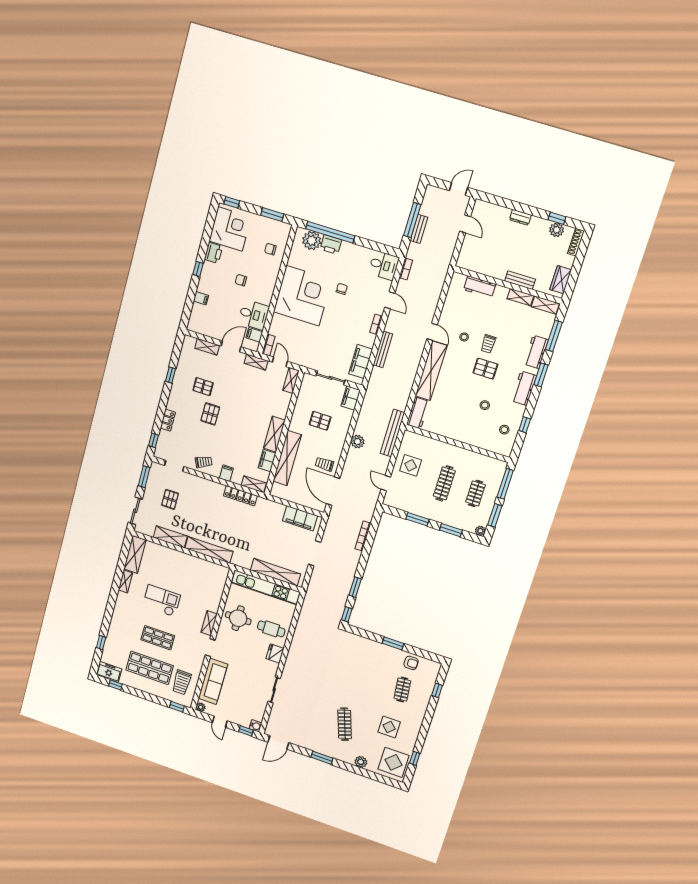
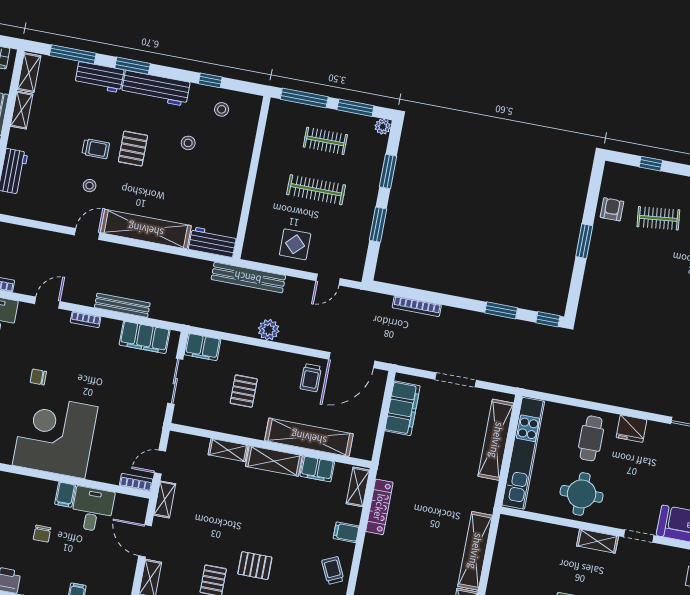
filing cabinet: (254, 335) -> (65, 495), moved
shelving: (291, 380) -> (228, 450), moved
workbench: (524, 388) -> (156, 88), width x1.38

